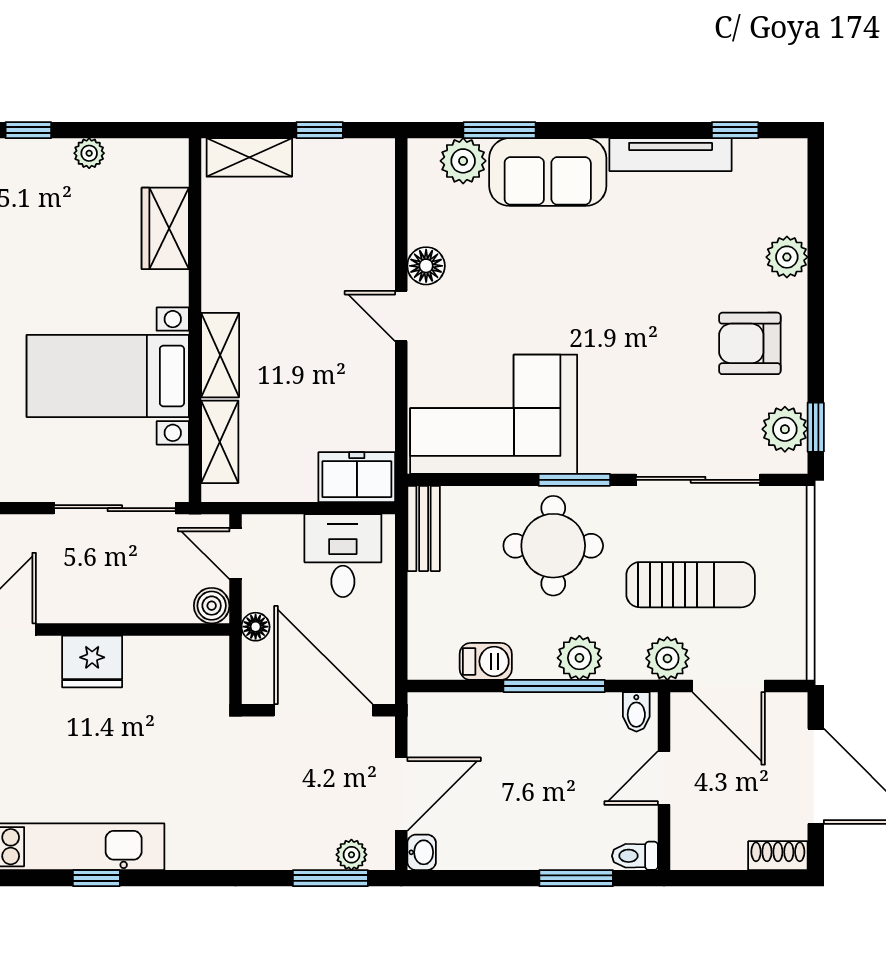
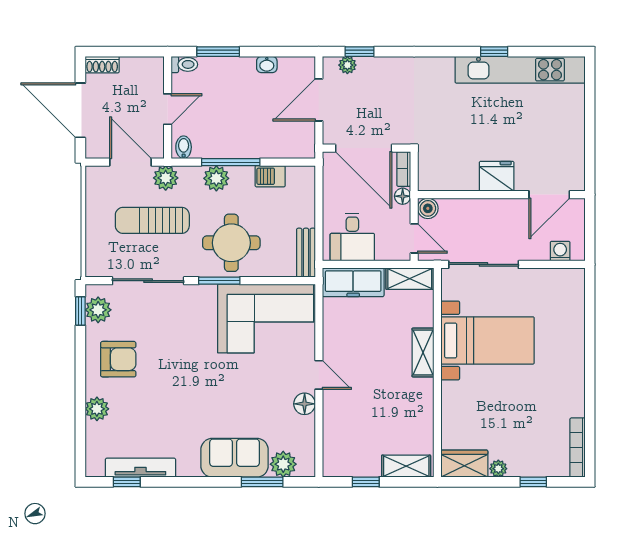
tv unit: (671, 155) -> (140, 468), moved
wardrobe: (165, 228) -> (464, 464), moved, turned -90
shelving: (220, 442) -> (410, 279), moved, turned 90
freezer: (357, 477) -> (353, 282), width x1.40
bookcase: (254, 674) -> (404, 169), added
washbasin: (422, 852) -> (267, 64), moved, turned -90
window: (330, 878) -> (360, 52), width x0.67

